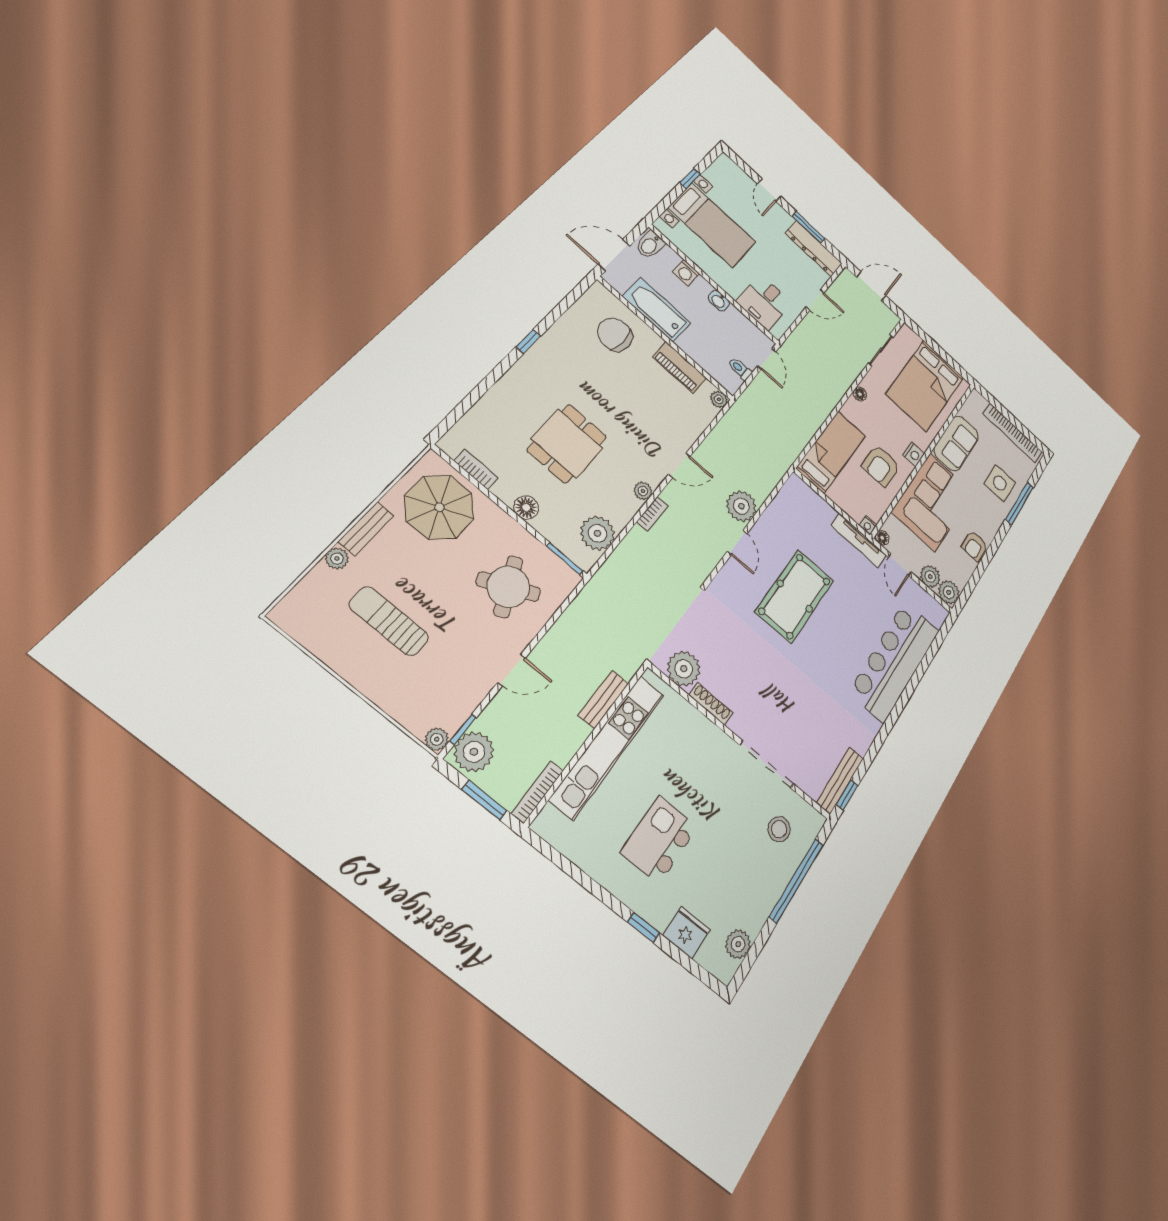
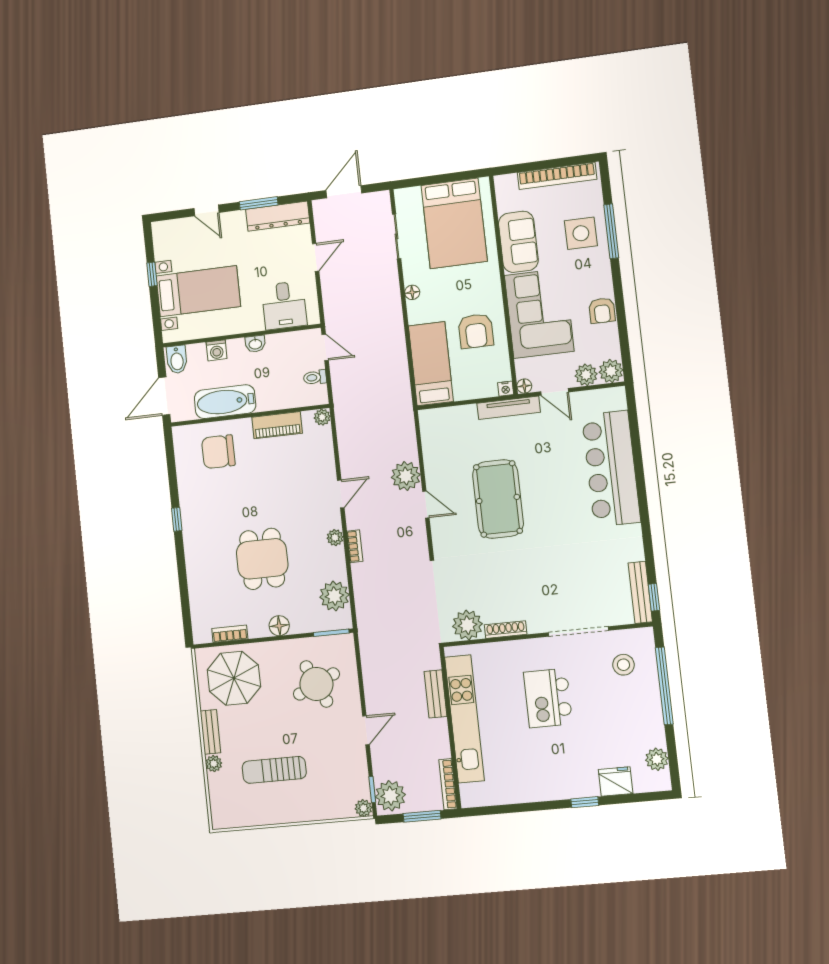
nightstand: (914, 454) -> (493, 292), removed
kitchen island: (659, 840) -> (548, 698), moved

